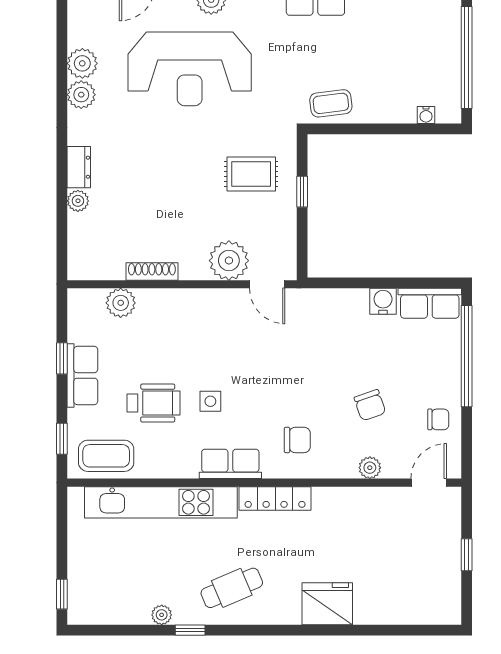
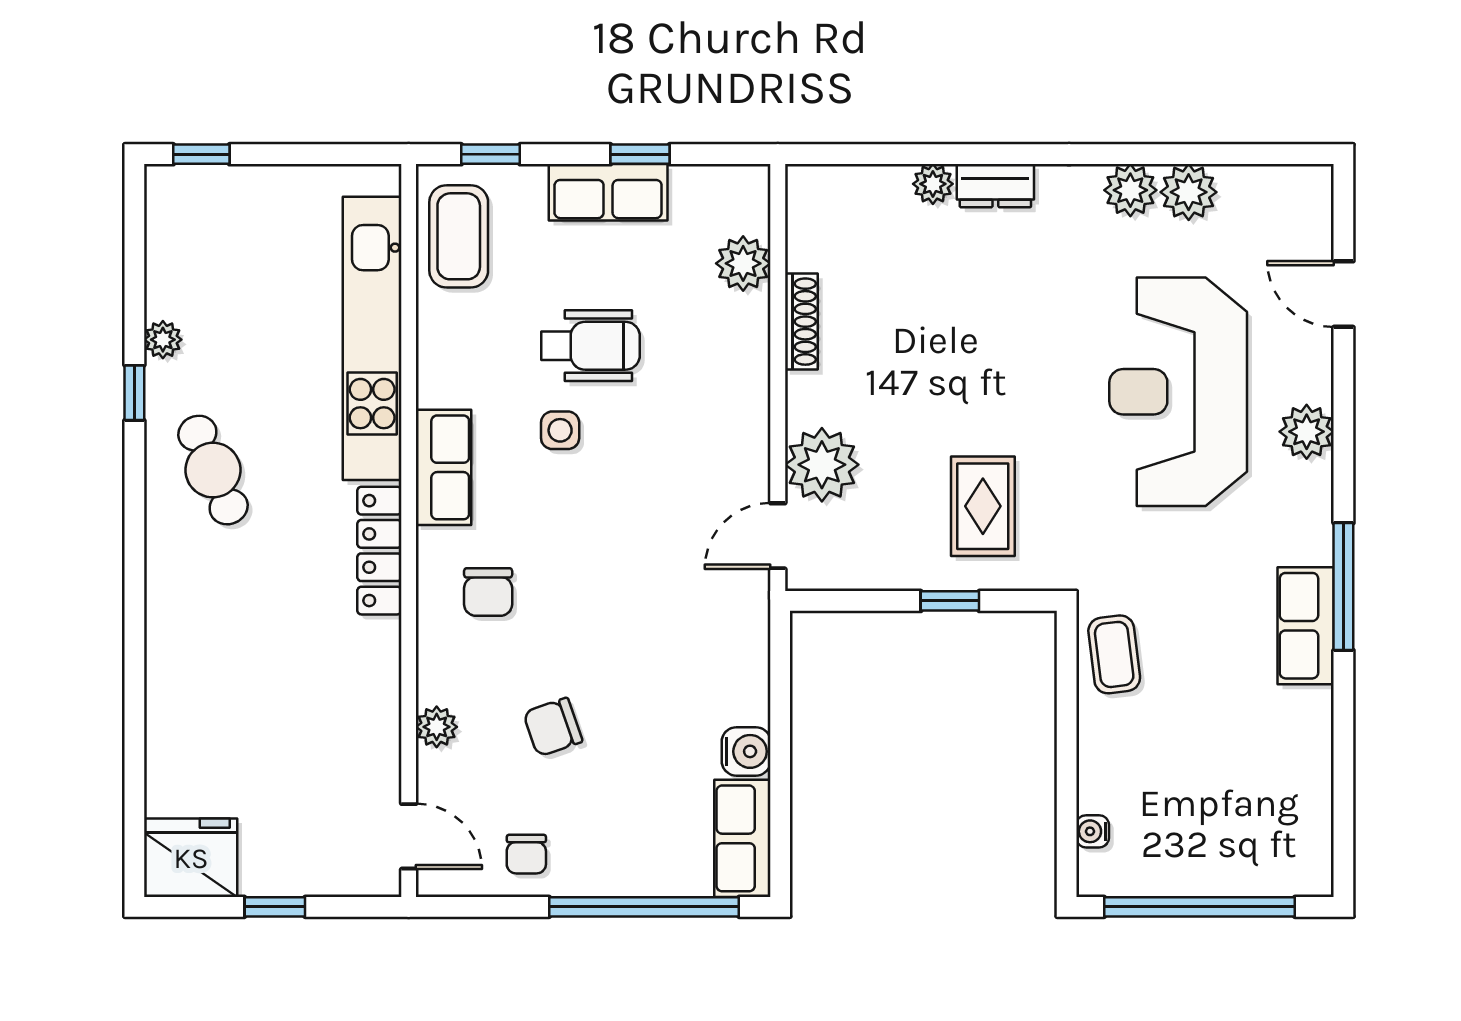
wheelchair: (154, 403) -> (590, 346), moved, turned -90
fridge: (327, 604) -> (191, 858), moved, turned -90

